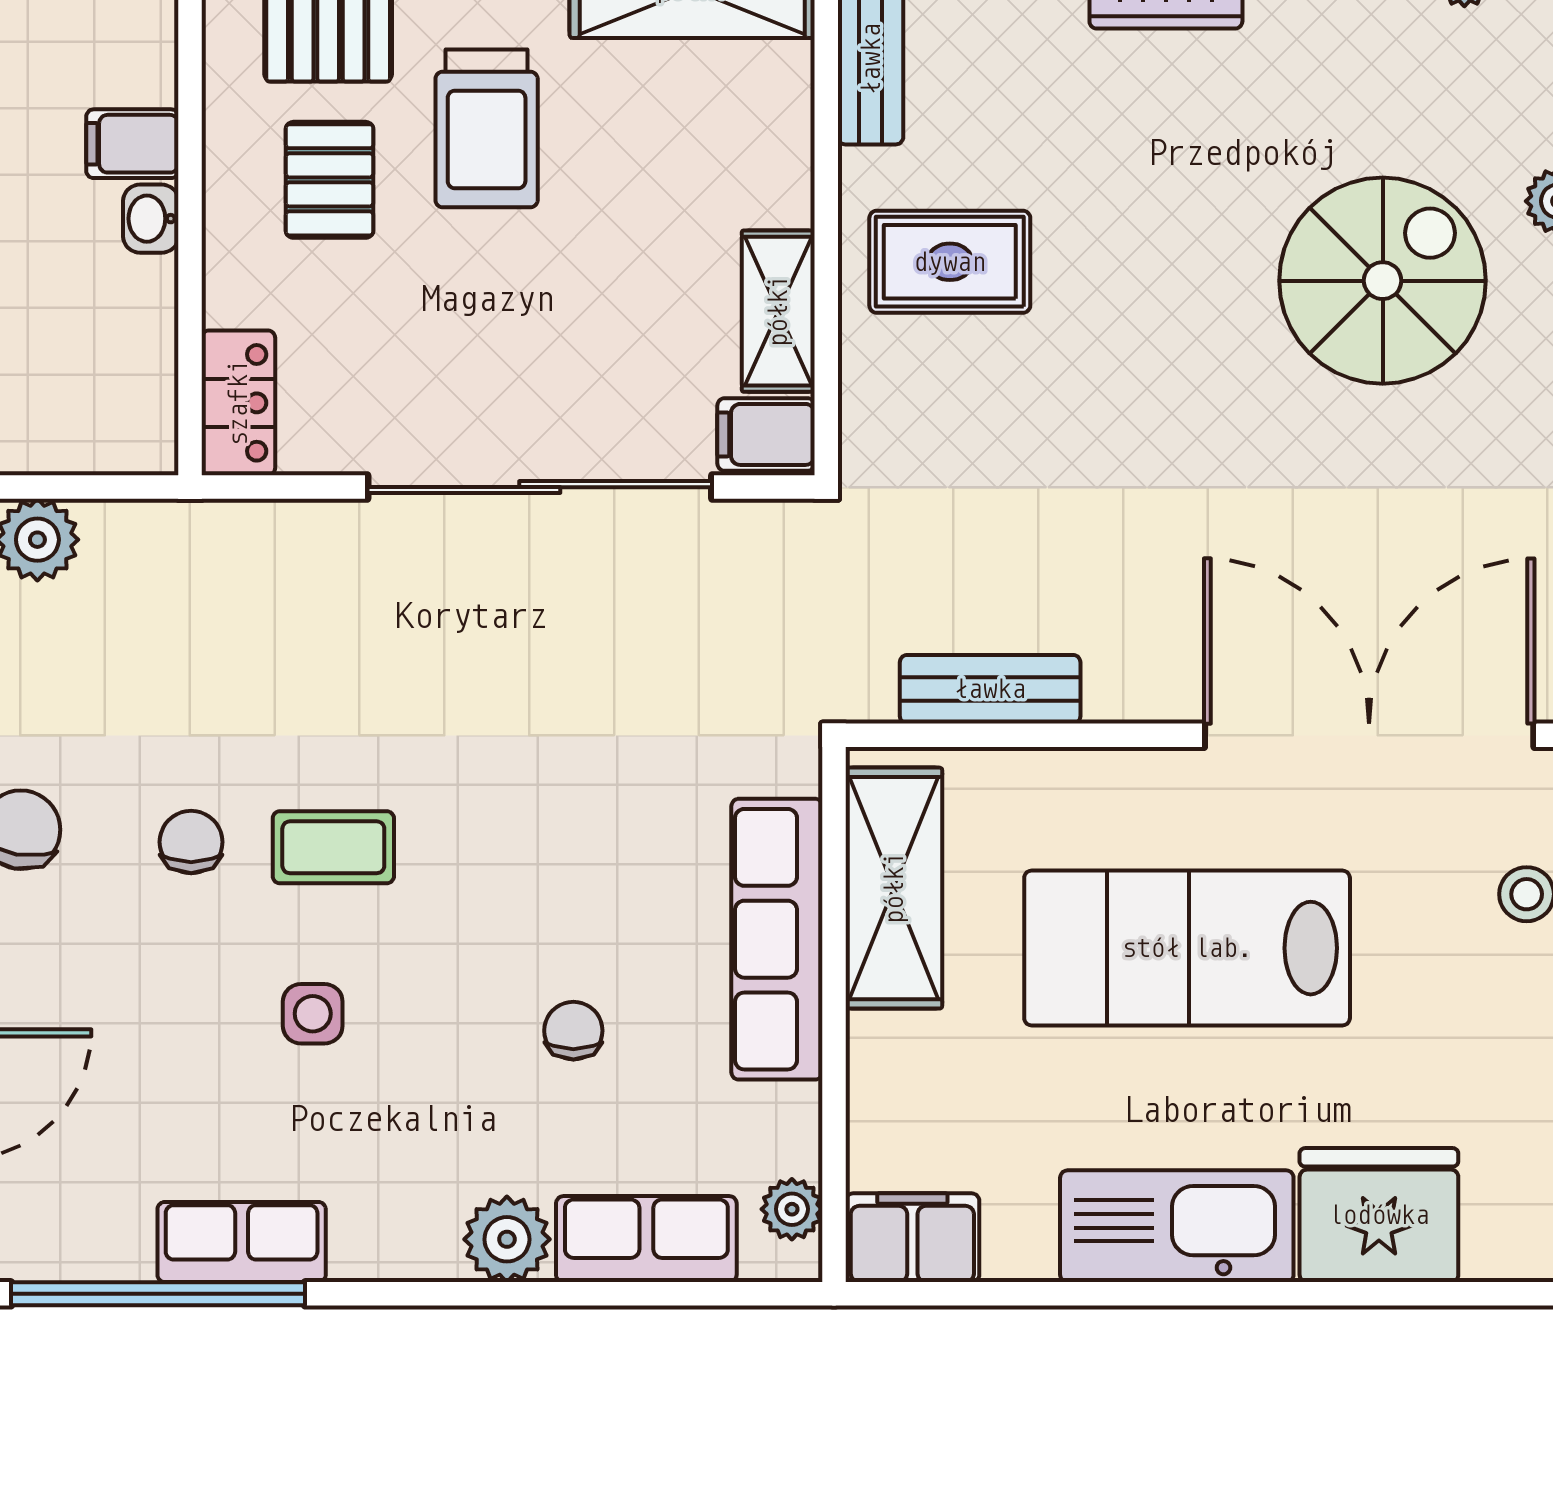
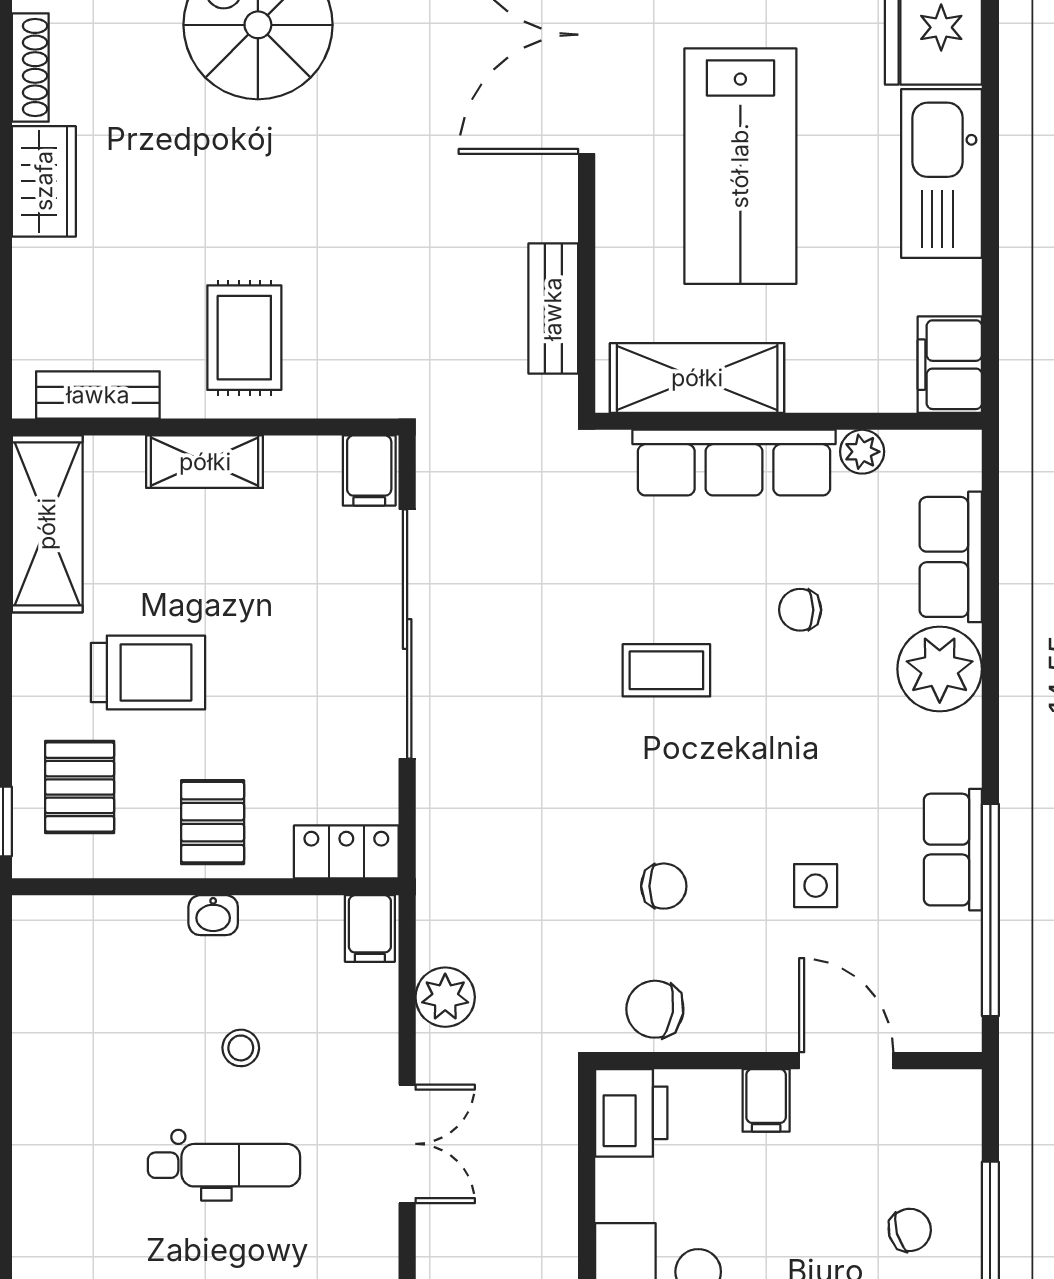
filing cabinet: (132, 144) -> (370, 928), moved
pallet: (330, 180) -> (213, 822), moved, turned 90
shelving: (778, 311) -> (205, 462), moved
chair: (191, 842) -> (664, 886), turned 180
coffee table: (333, 847) -> (666, 670), moved, turned 90
side table: (313, 1014) -> (816, 886), moved
plant: (792, 1209) -> (862, 452), moved
plant: (507, 1239) -> (940, 669), width x1.36, depth x1.36

